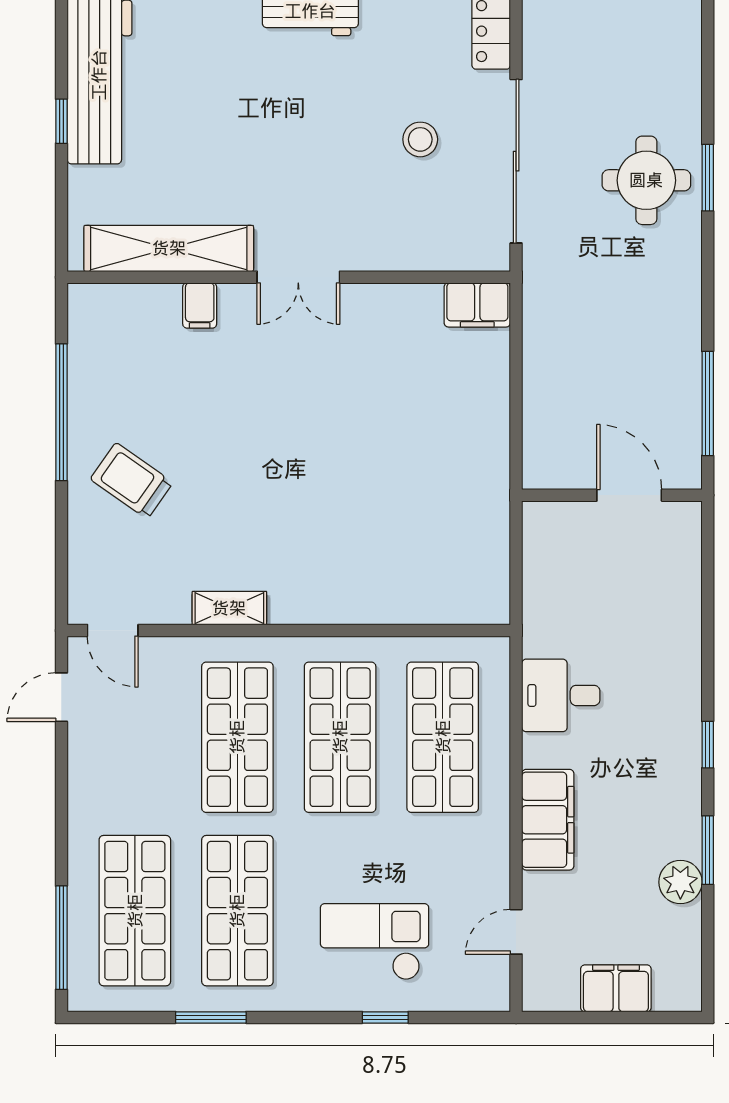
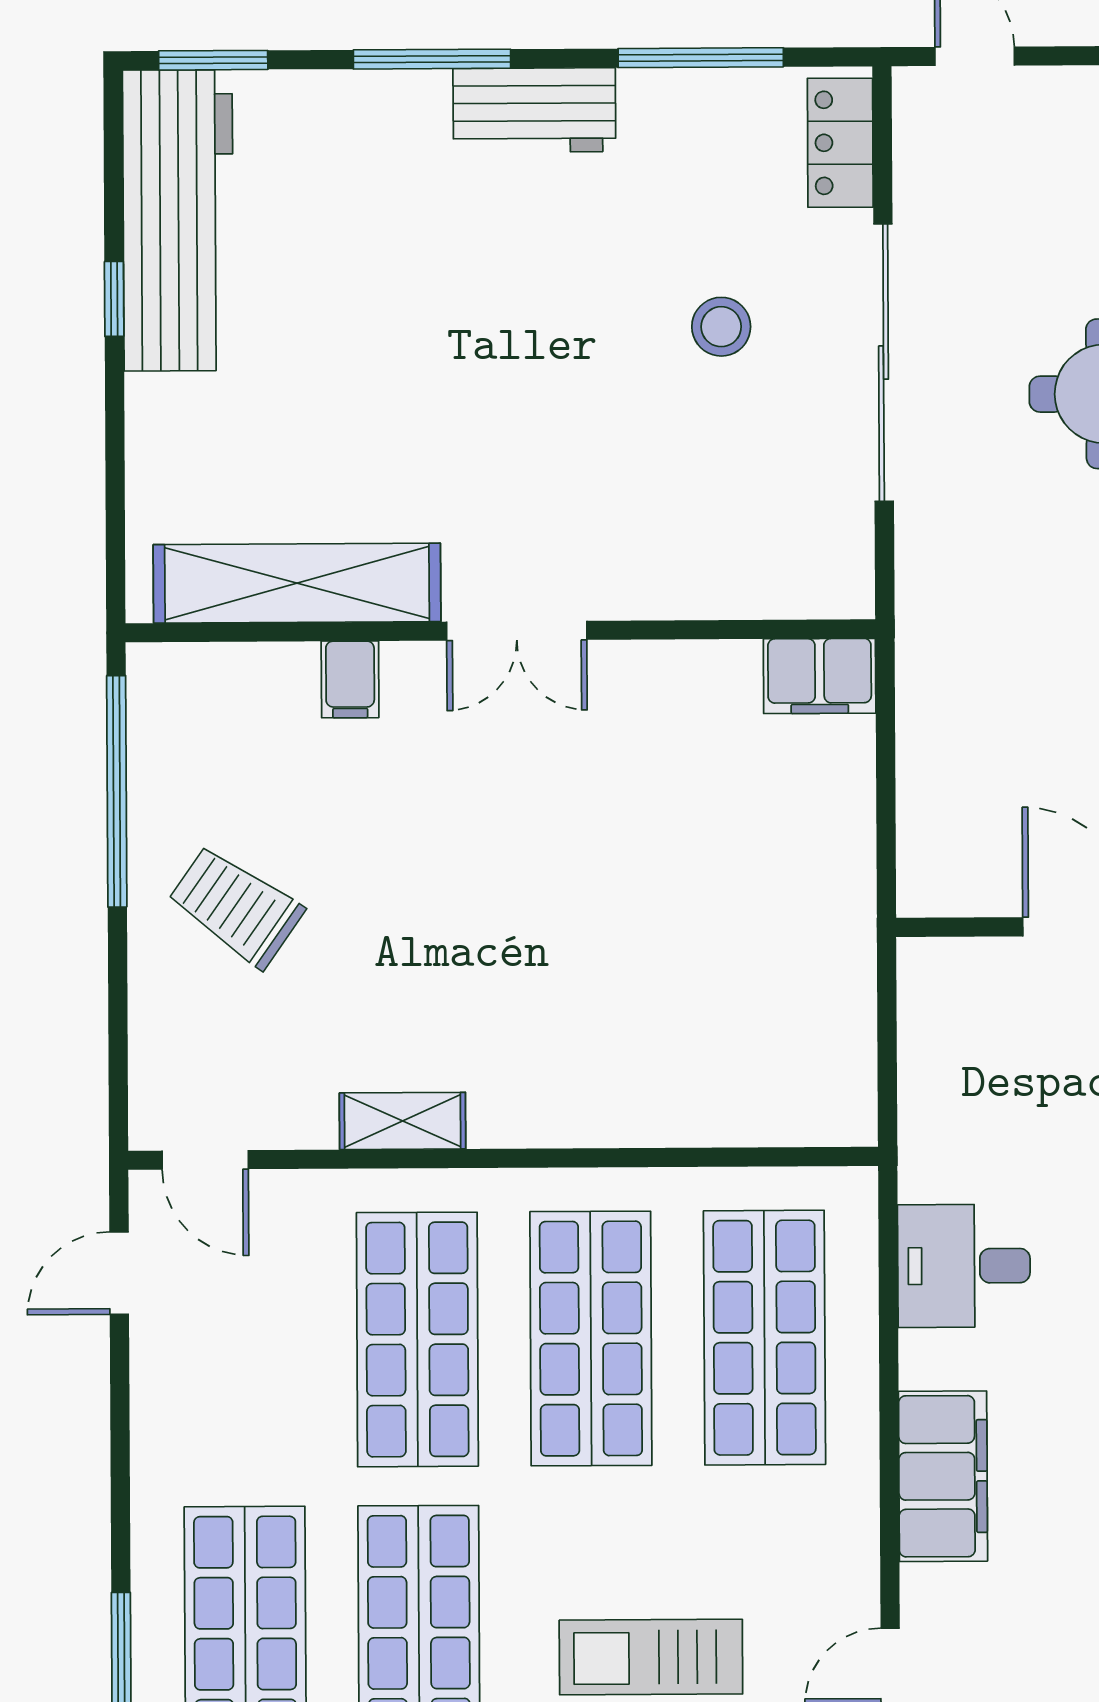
shelving: (169, 248) -> (297, 583), moved
wall: (289, 277) -> (500, 631), moved
double door: (298, 277) -> (517, 631), moved
filing cabinet: (200, 305) -> (350, 679), moved
filing cabinet: (477, 305) -> (820, 676), moved

